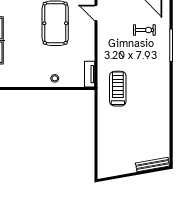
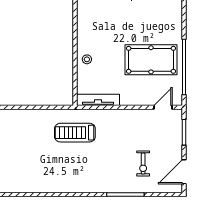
tv unit: (90, 74) -> (98, 100), width x1.41
treadmill: (118, 89) -> (75, 133), turned 180

